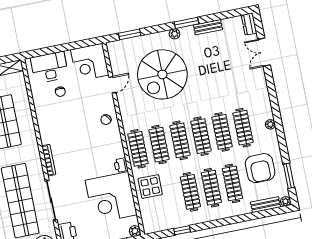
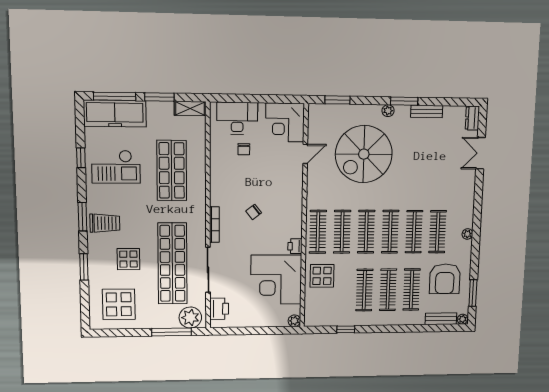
chair: (106, 120) -> (254, 212), moved

